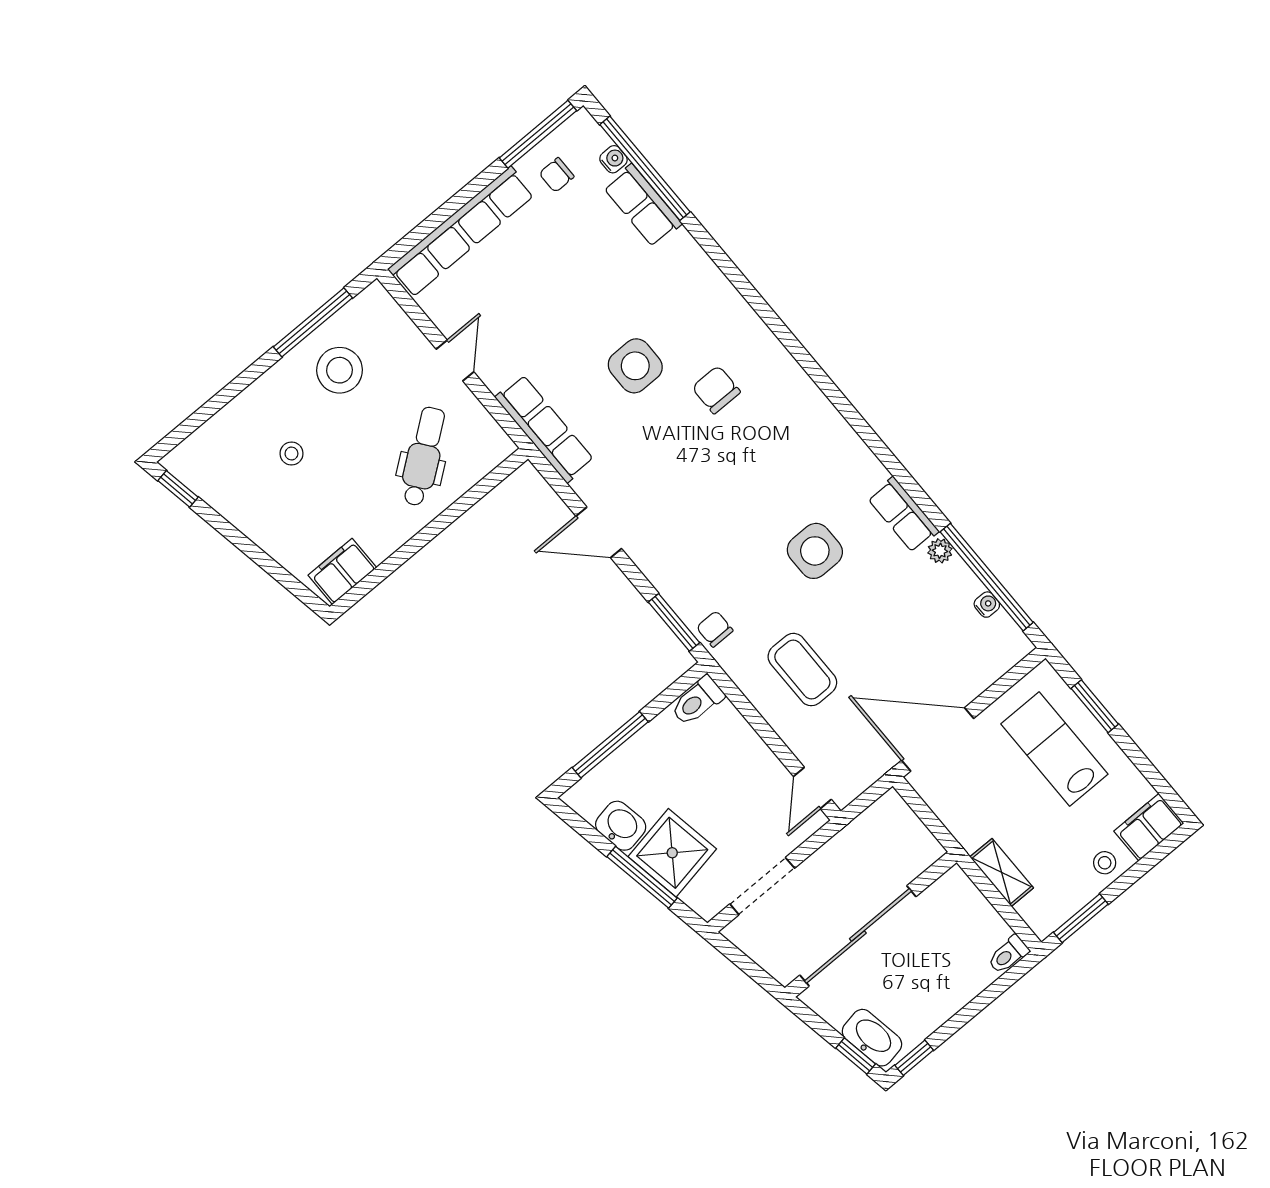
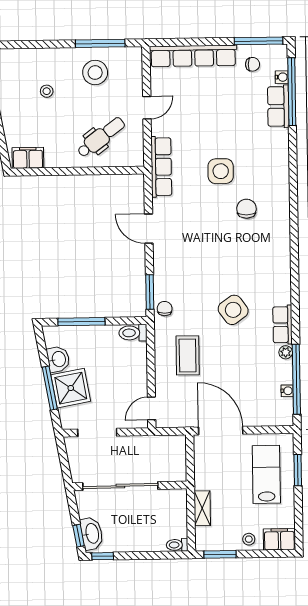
chair: (557, 175) -> (253, 64), turned 180
side table: (815, 551) -> (233, 310), turned -36

